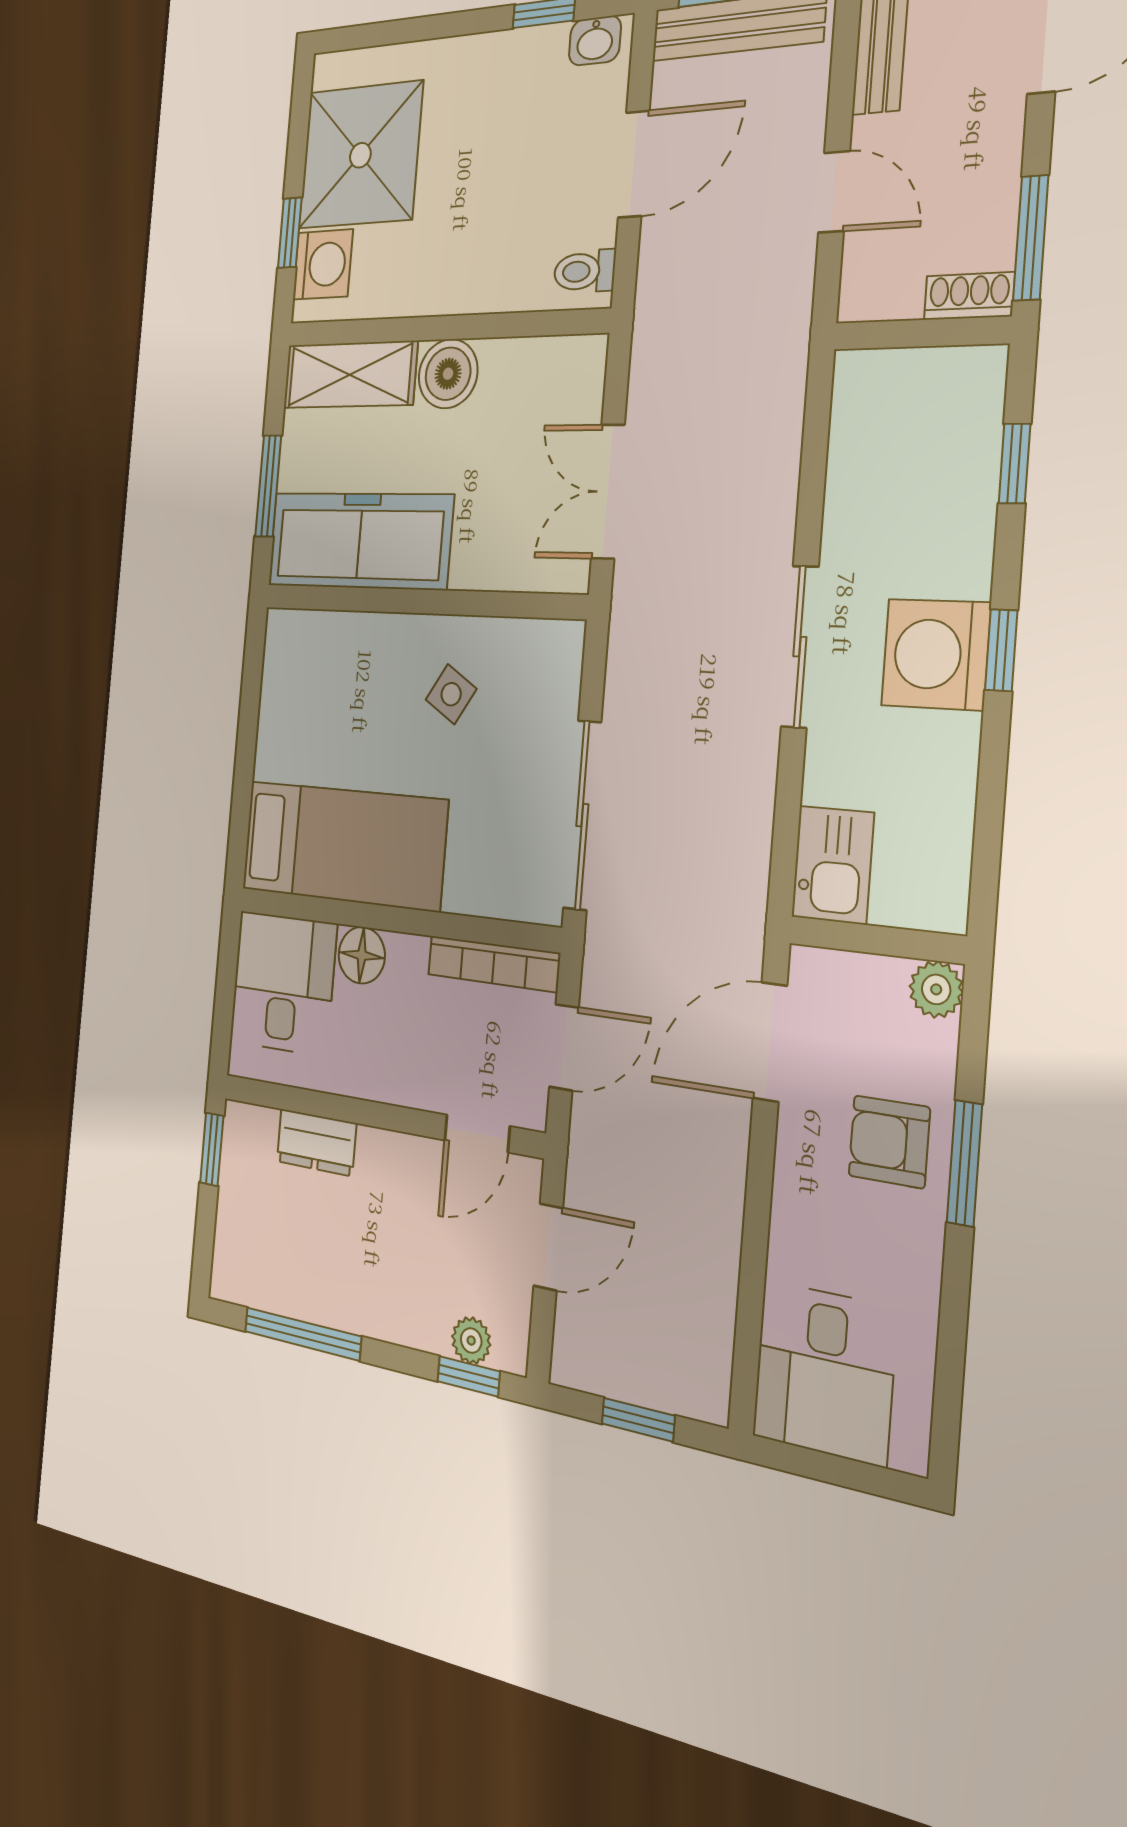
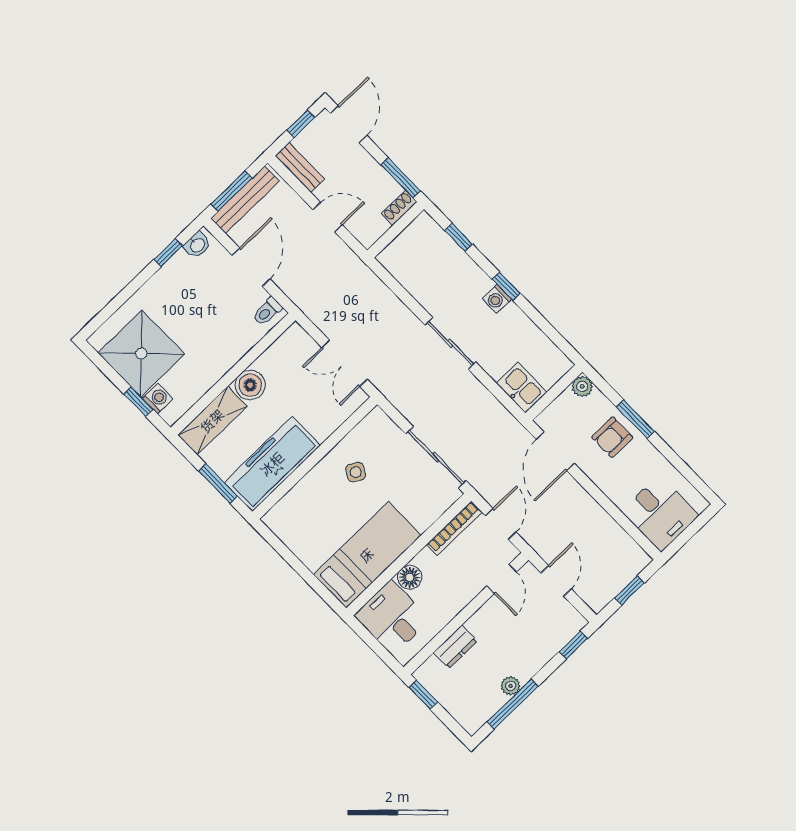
washing machine: (323, 264) -> (158, 399), width x0.73, depth x0.73
washing machine: (936, 654) -> (497, 299), width x0.53, depth x0.53
plant: (471, 1341) -> (511, 686), moved

